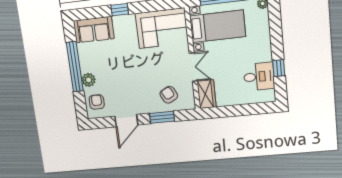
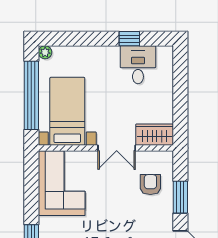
double door: (193, 67) -> (117, 148), swing flipped
armchair: (169, 95) -> (150, 185), turned 118

